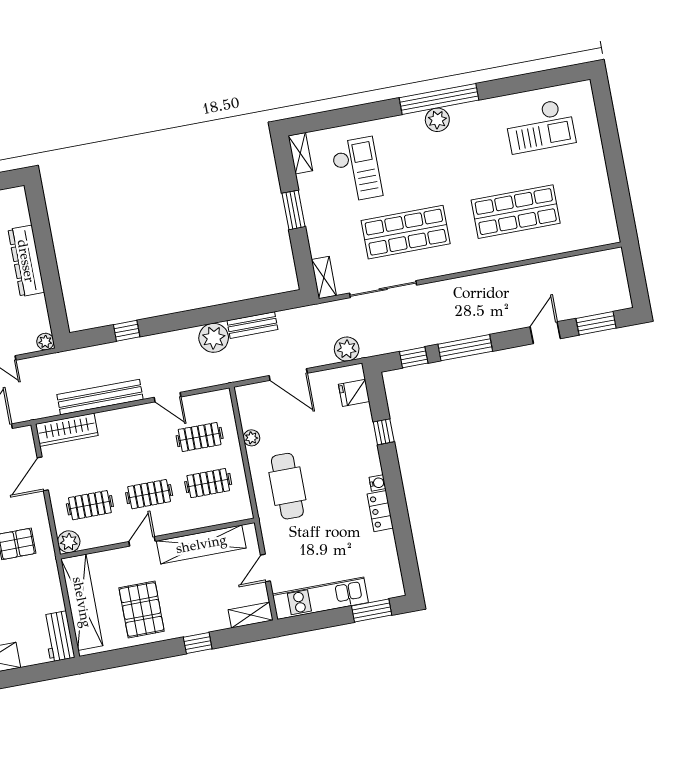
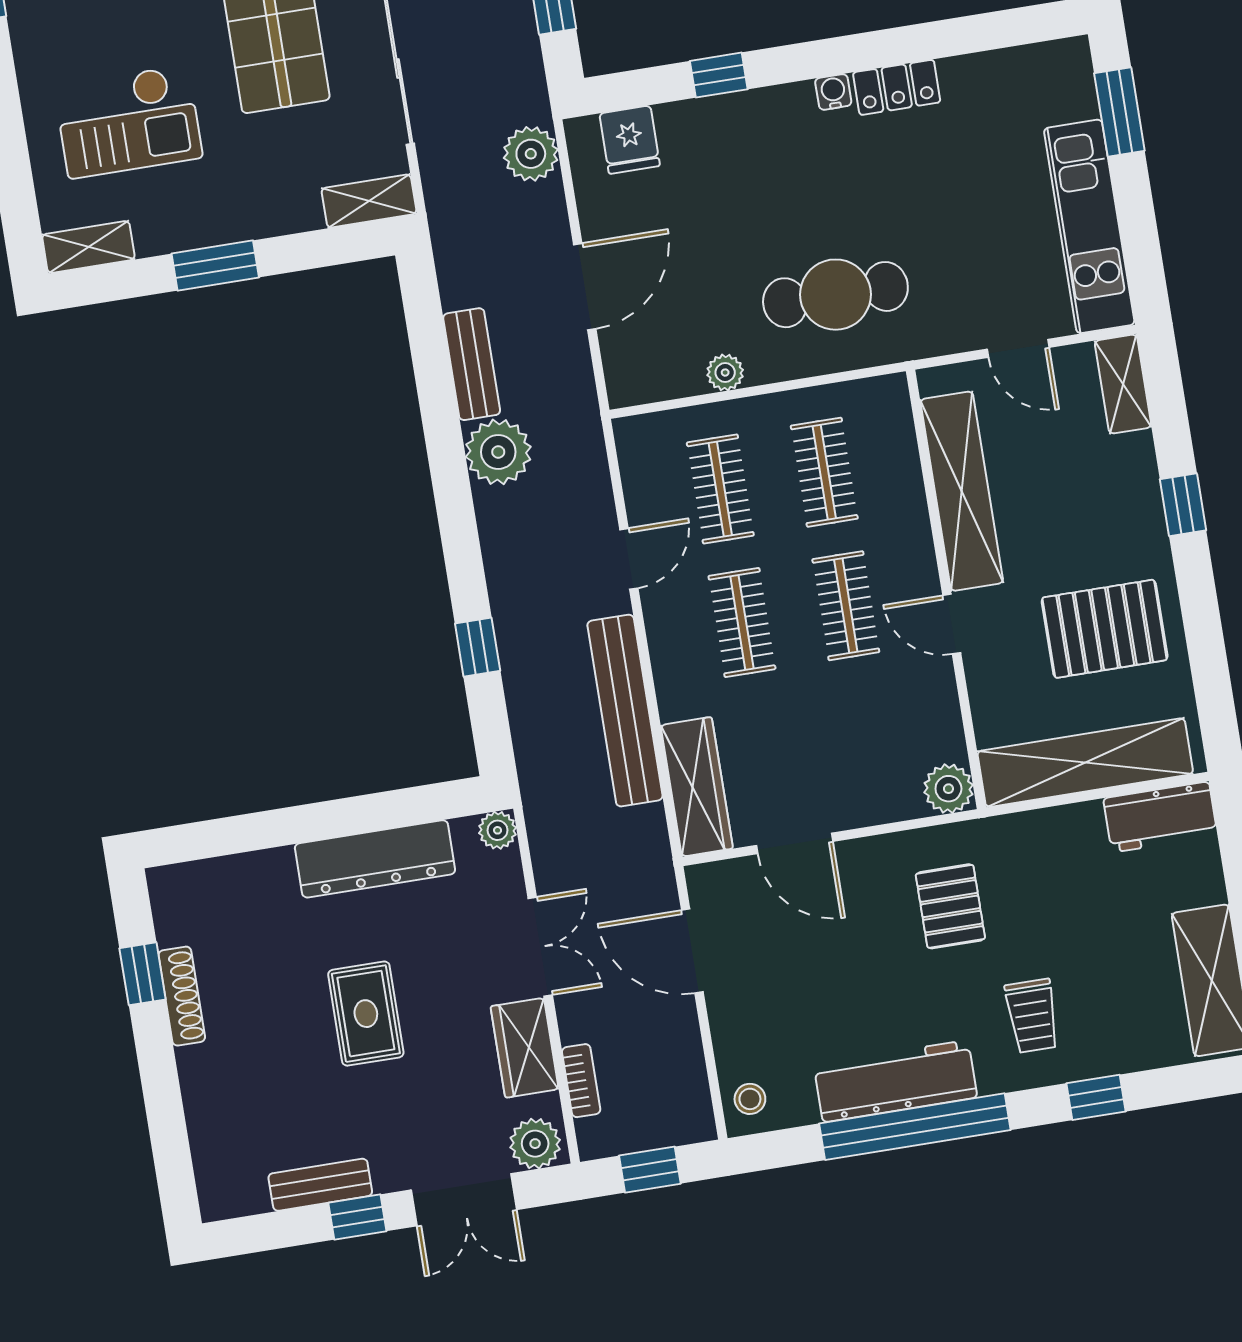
checkout: (357, 170) -> (128, 121), turned 180
dresser: (26, 261) -> (375, 859), moved
clothes rail: (90, 505) -> (742, 622), moved

